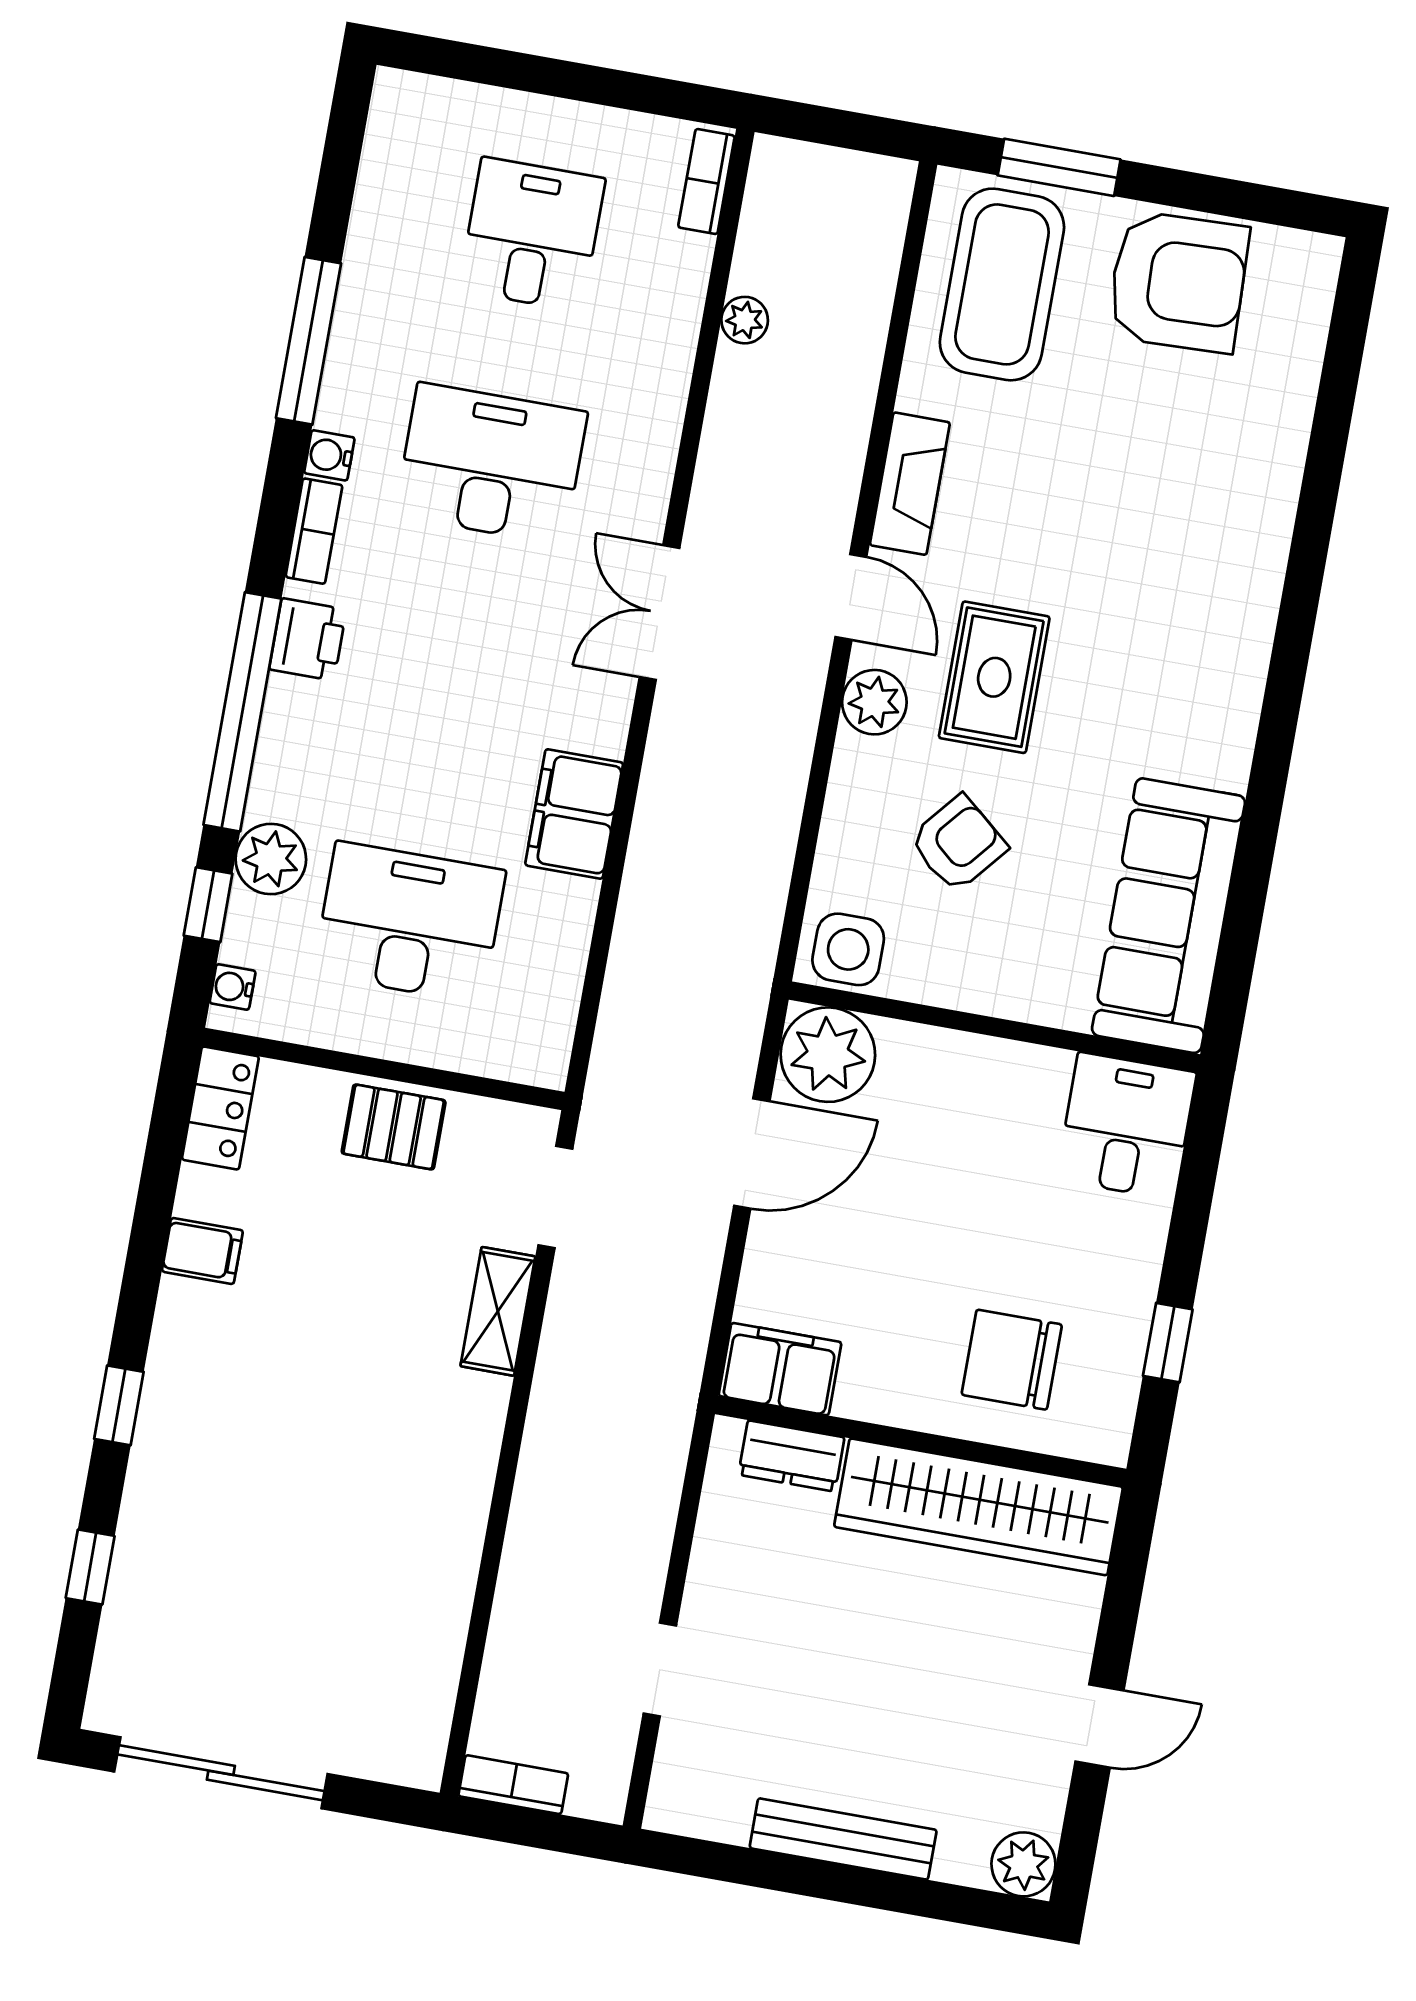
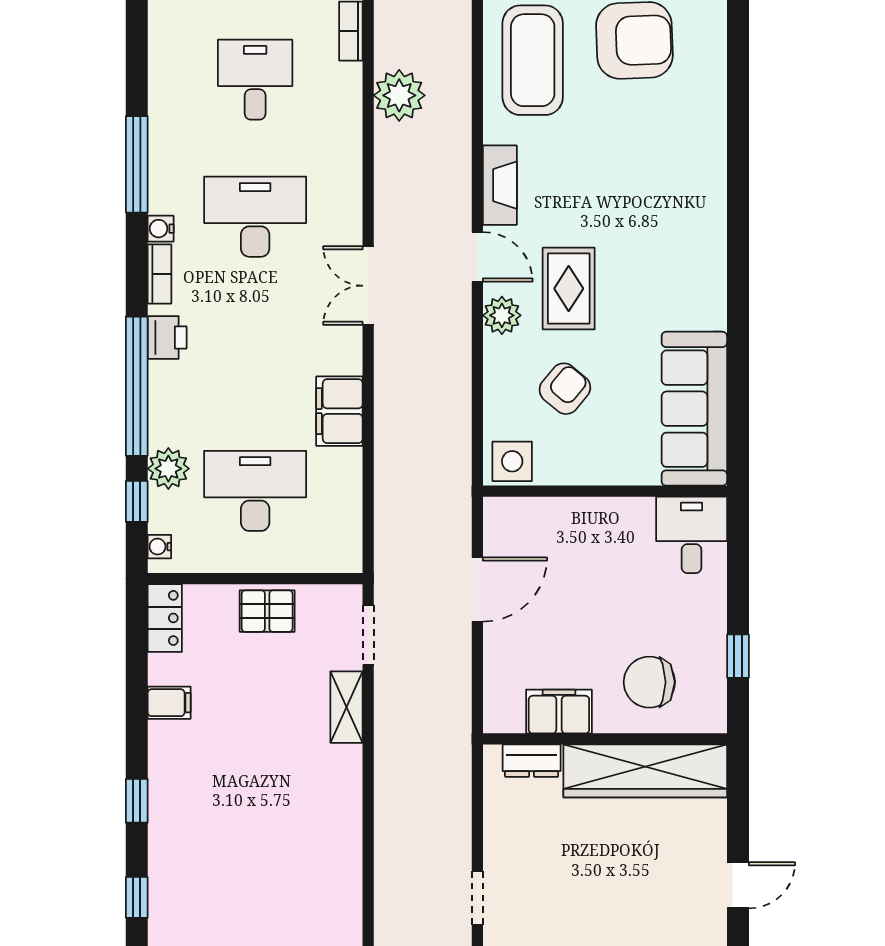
plant: (745, 320) -> (399, 95), width x1.88, depth x1.88
plant: (828, 1055) -> (511, 524), removed
filing cabinet: (780, 1369) -> (559, 712), moved

